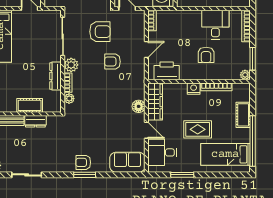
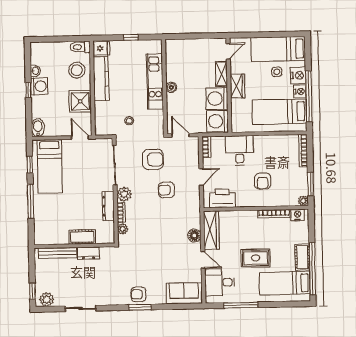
desk: (215, 25) -> (240, 150), moved
nightstand: (194, 89) -> (298, 215), moved
cot: (243, 115) -> (302, 257), moved
window: (182, 175) -> (241, 305), width x1.44

